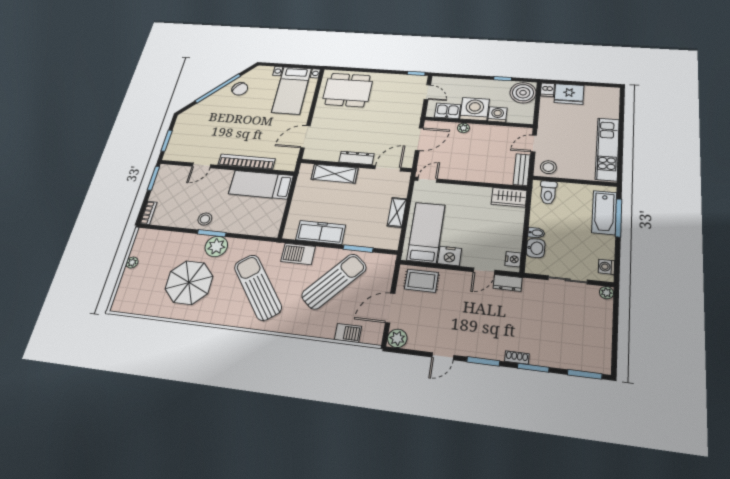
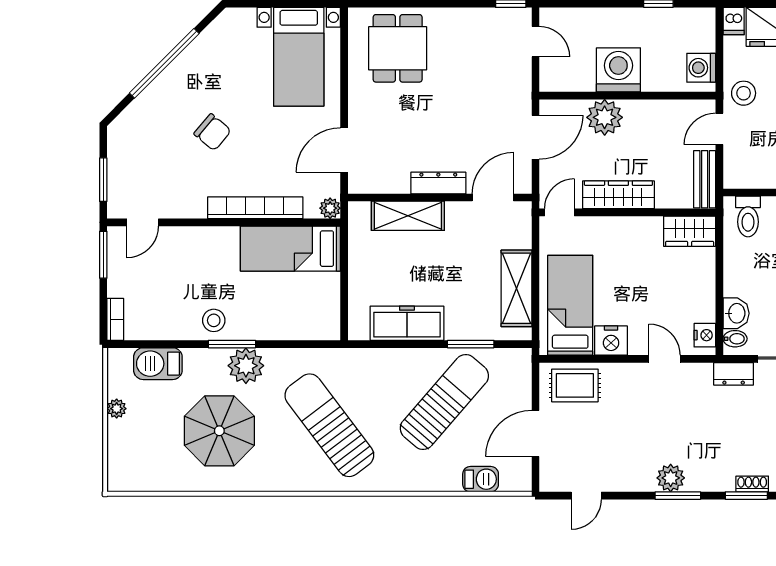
chair: (240, 89) -> (213, 132), moved
dining table: (348, 90) -> (398, 48), width x0.73
boiler: (523, 93) -> (694, 30), removed
kitchen sink: (448, 111) -> (574, 77), removed
washing machine: (497, 114) -> (701, 68), moved, turned -90
plant: (463, 128) -> (605, 117), width x1.87, depth x1.87
door: (201, 165) -> (143, 222), moved
plant: (290, 166) -> (330, 208), added
stool: (548, 167) -> (744, 93), moved
wardrobe: (466, 173) -> (618, 195), added
shelving: (397, 212) -> (516, 288), width x1.50, depth x1.33
bidet: (536, 233) -> (735, 339), moved
barbecue: (298, 254) -> (158, 364), moved
door: (484, 271) -> (665, 359), swing flipped
dresser: (508, 283) -> (734, 374), moved
plant: (397, 338) -> (671, 478), moved
door: (443, 356) -> (586, 496), moved
shoe rack: (517, 357) -> (752, 484), moved

